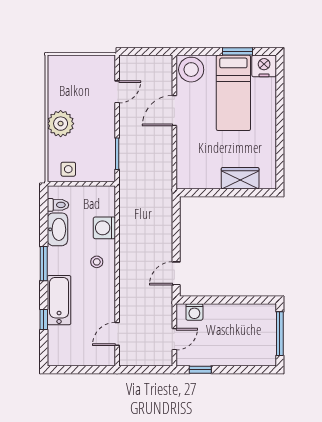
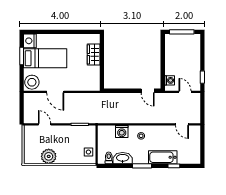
plant: (61, 124) -> (49, 156), moved

